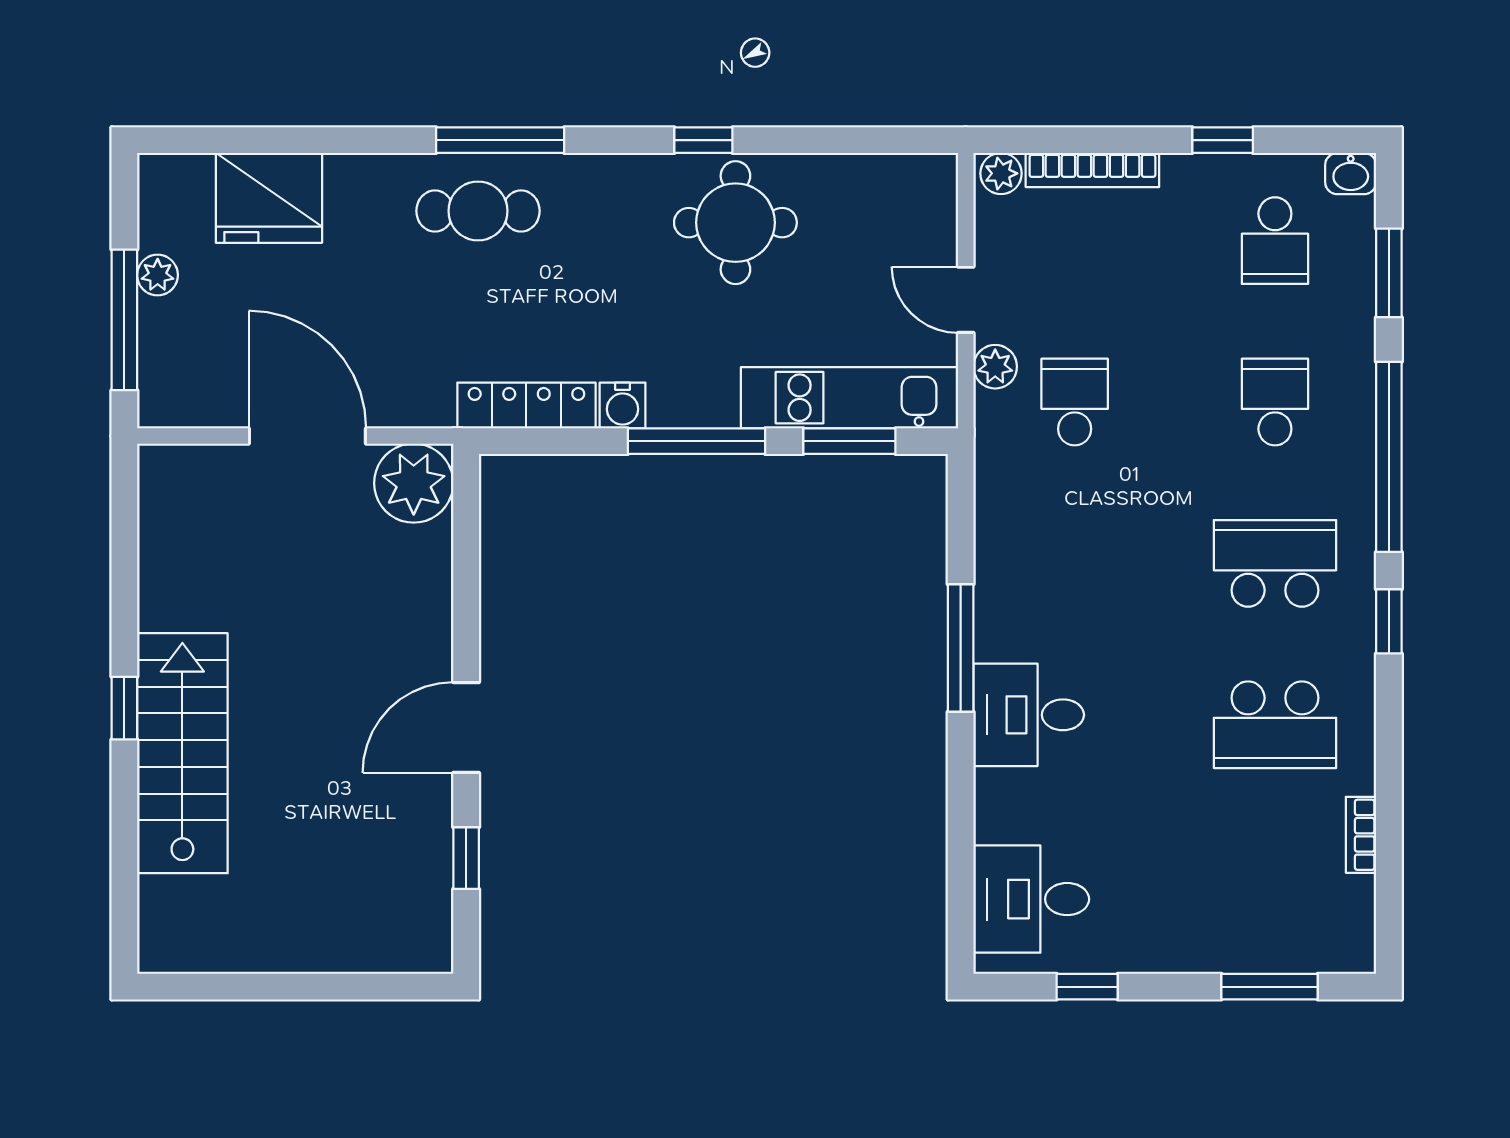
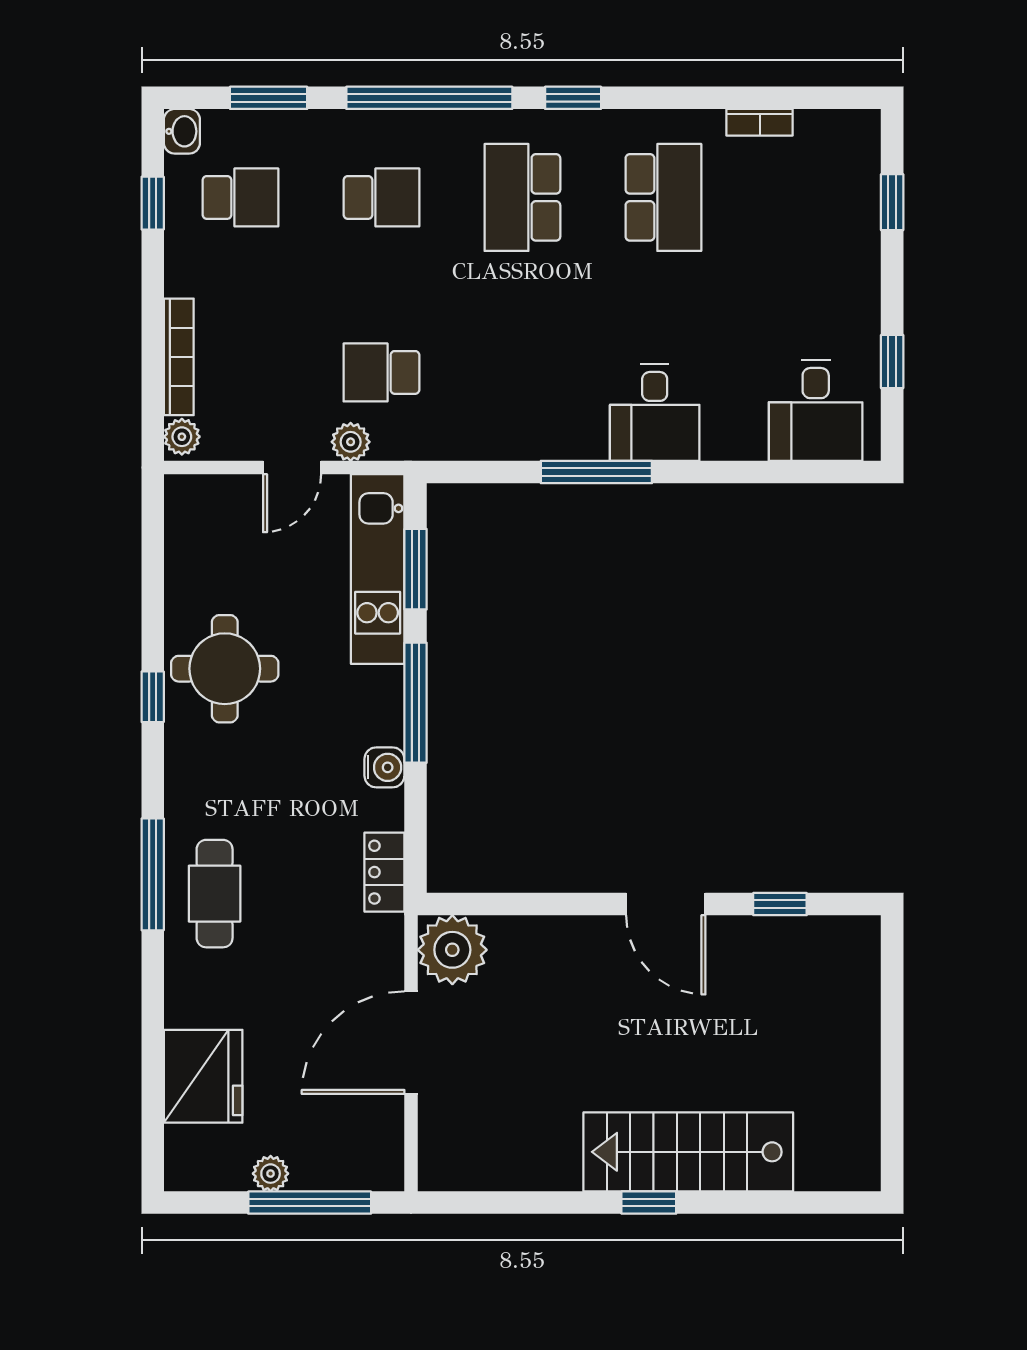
window: (1223, 140) -> (153, 203), moved
school desk: (1275, 402) -> (381, 197), turned 180
locker: (526, 405) -> (384, 872), width x0.66
window: (1269, 987) -> (892, 202), width x0.67

